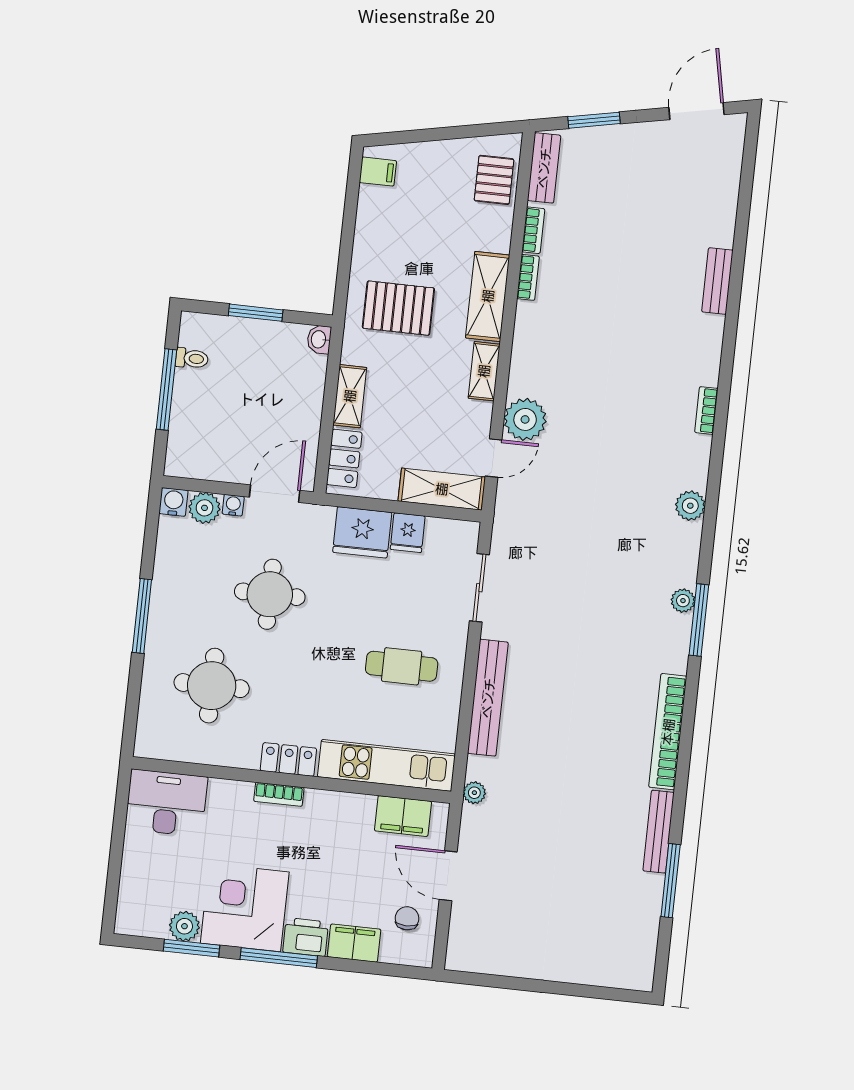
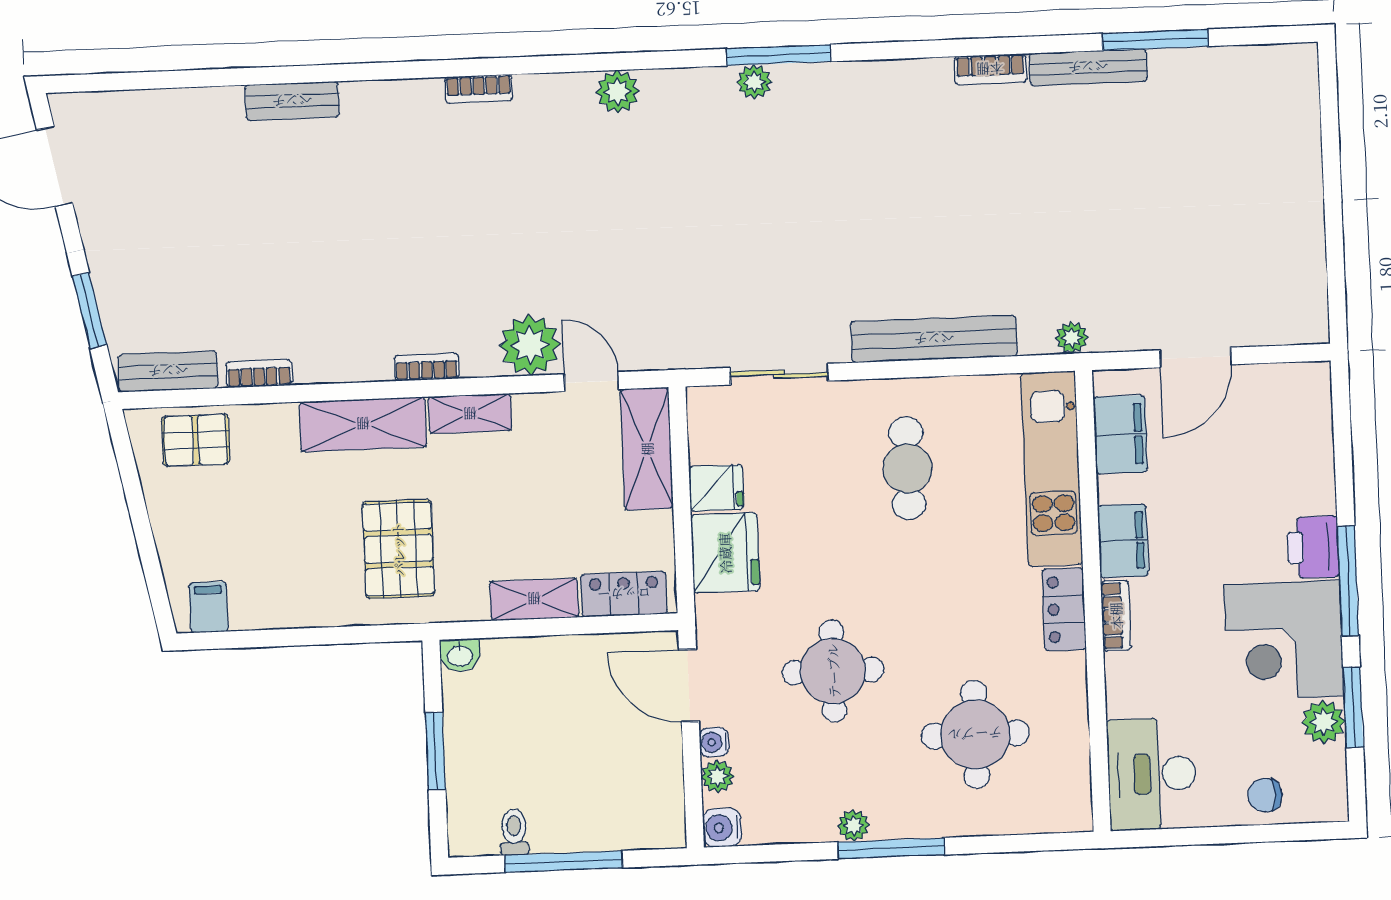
bookcase: (528, 277) -> (427, 367), moved
plant: (204, 508) -> (717, 776), width x0.73, depth x0.73
plant: (162, 592) -> (853, 825), added
bookcase: (668, 732) -> (990, 69), width x0.43, depth x0.76
chair: (407, 918) -> (1265, 795), moved
filing cabinet: (354, 943) -> (1123, 541), moved, turned 180

